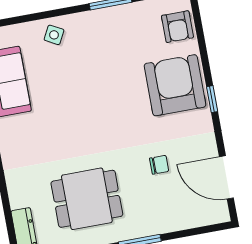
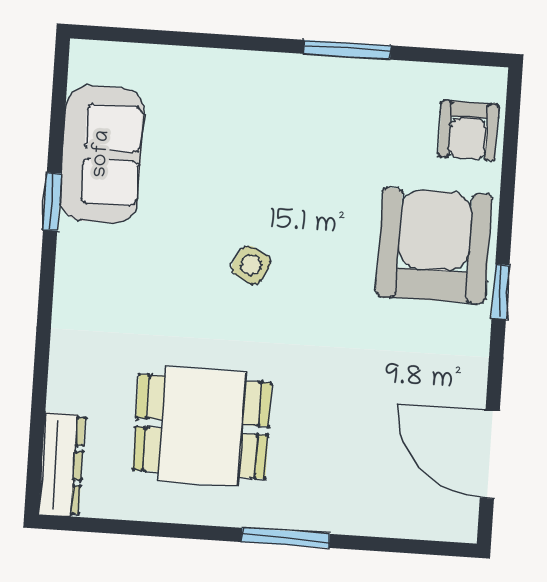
side table: (54, 35) -> (251, 265), moved
chair: (159, 165) -> (363, 395), removed

